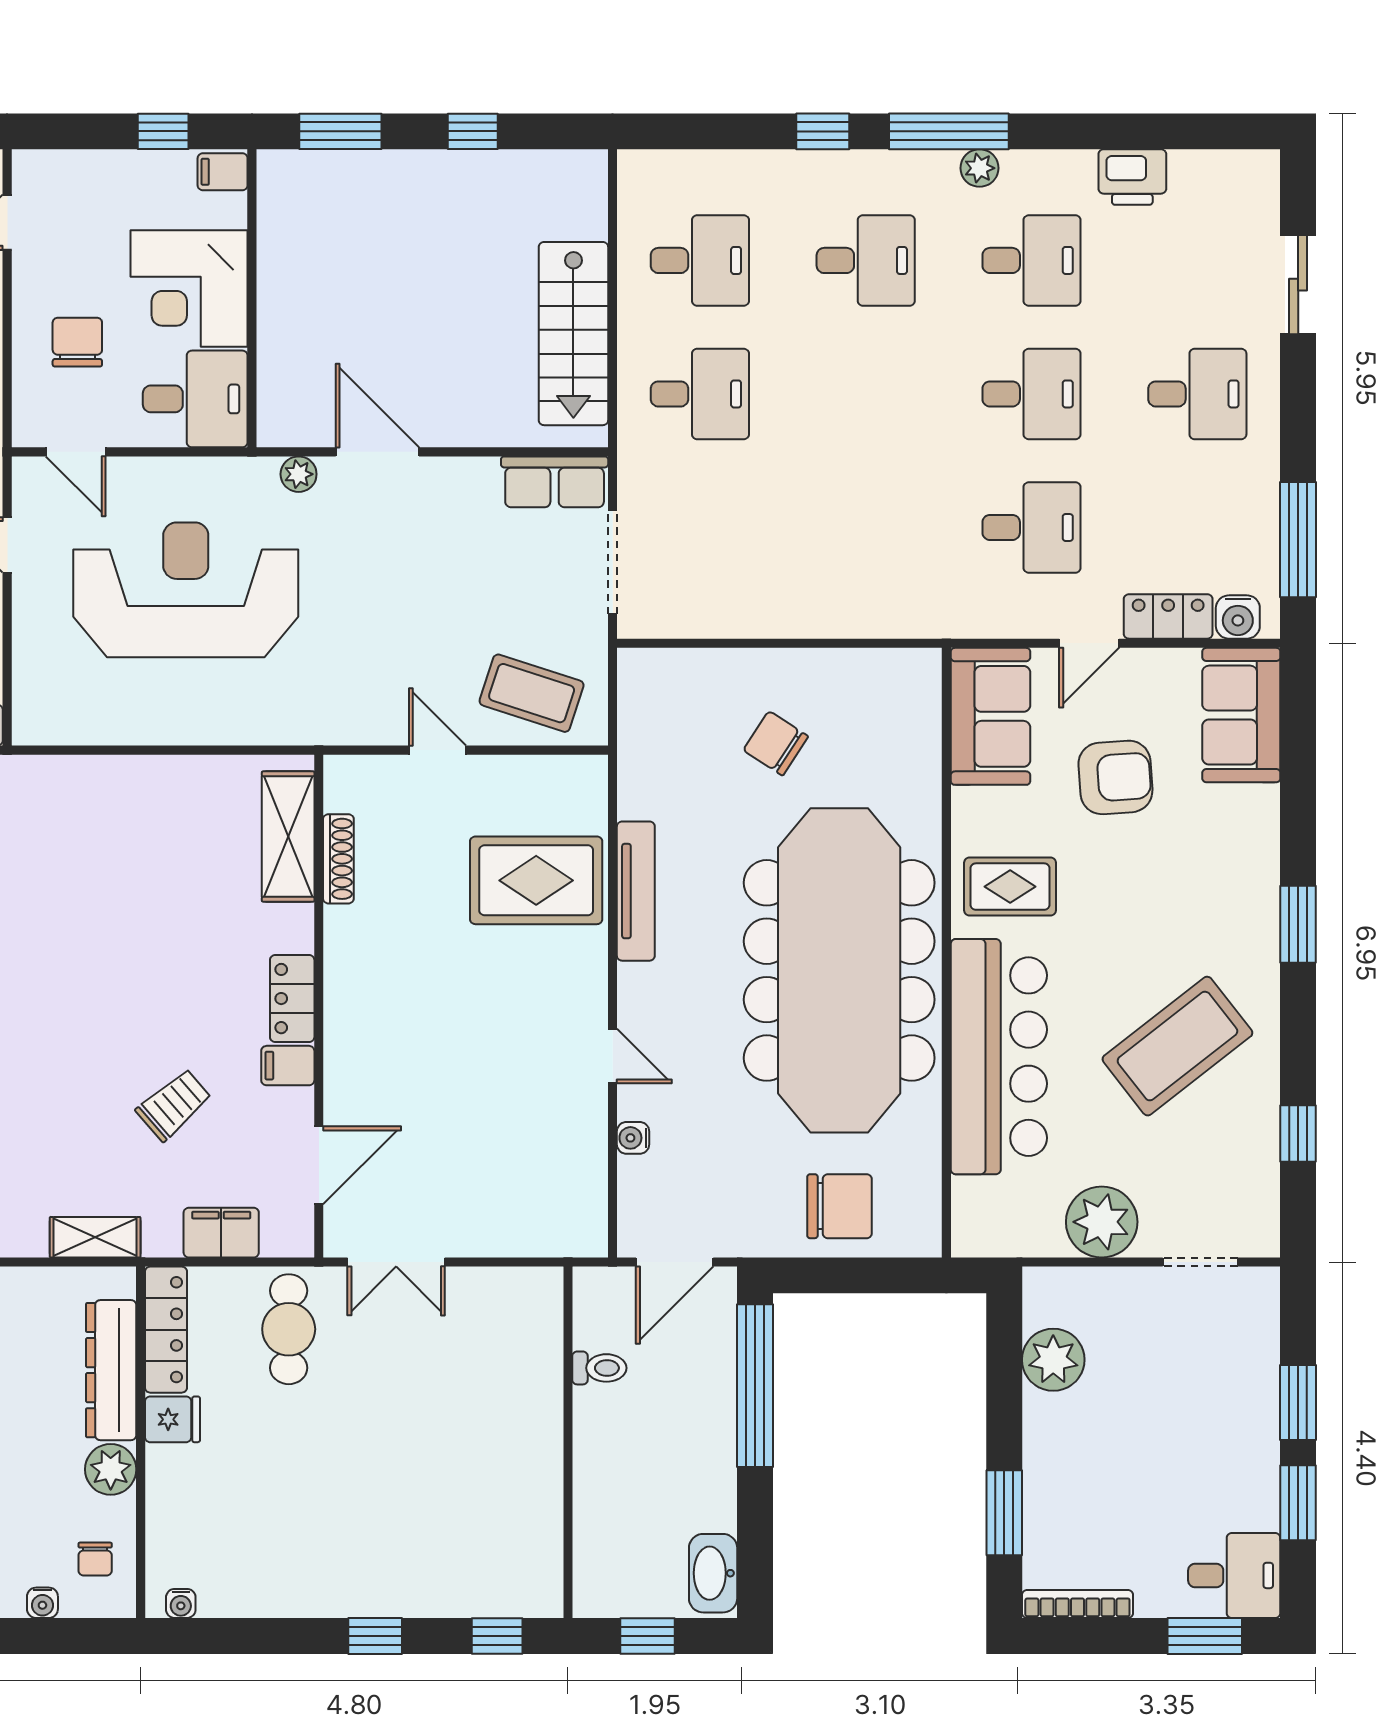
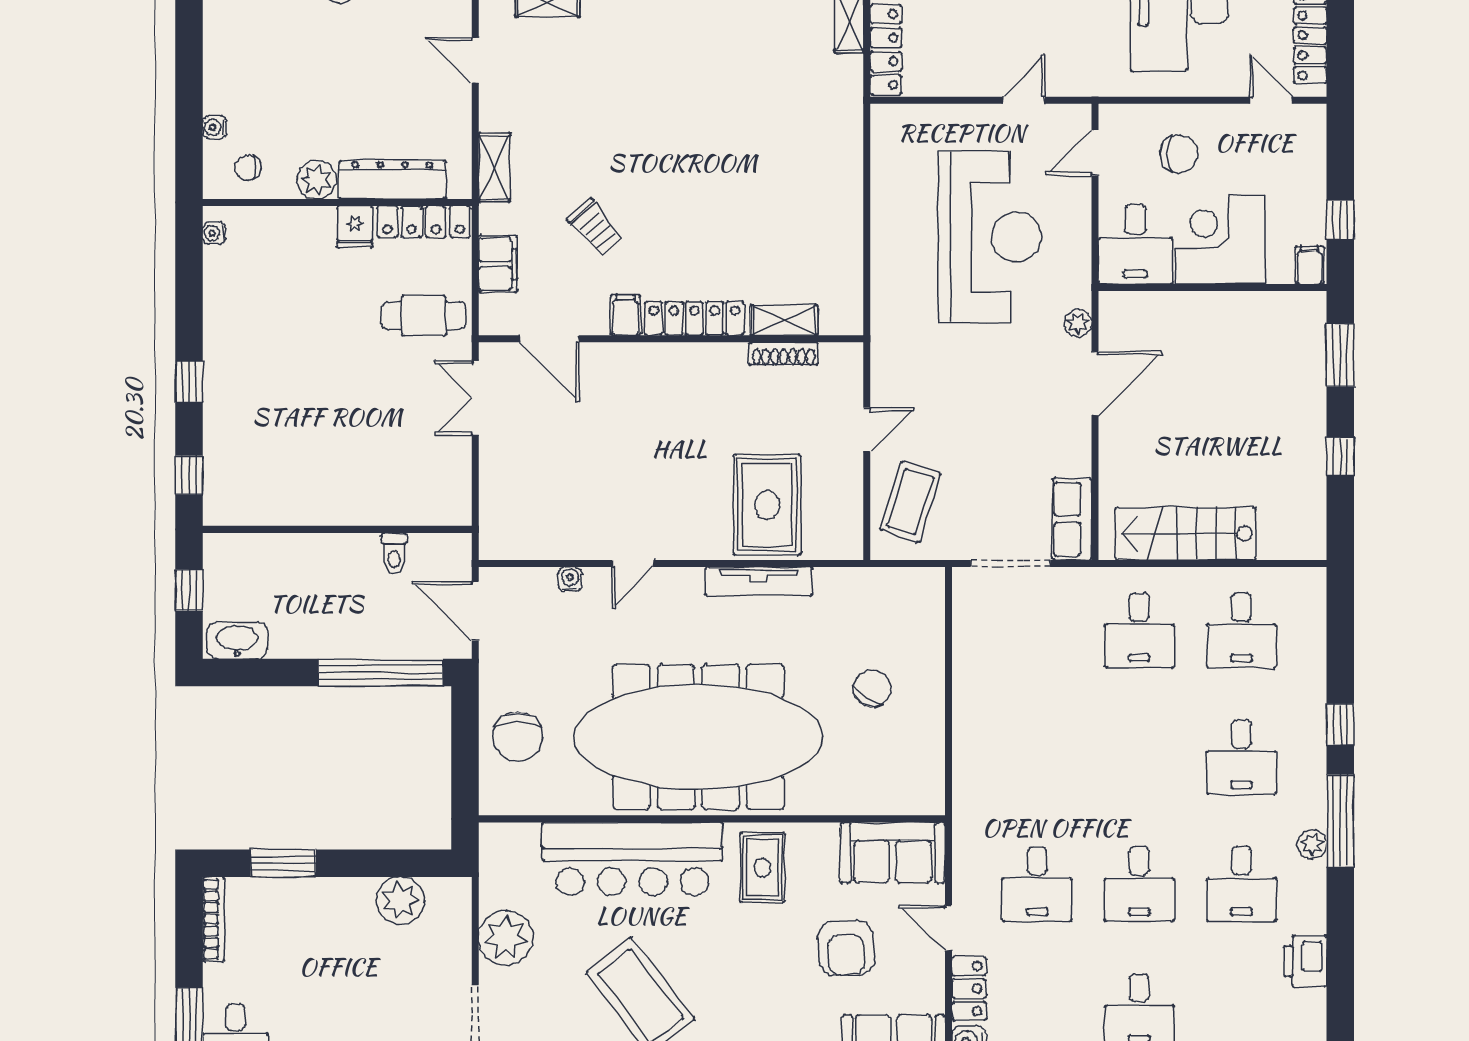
shelving: (288, 837) -> (784, 320), width x0.67, depth x0.75
locker: (292, 999) -> (694, 318), width x1.53

